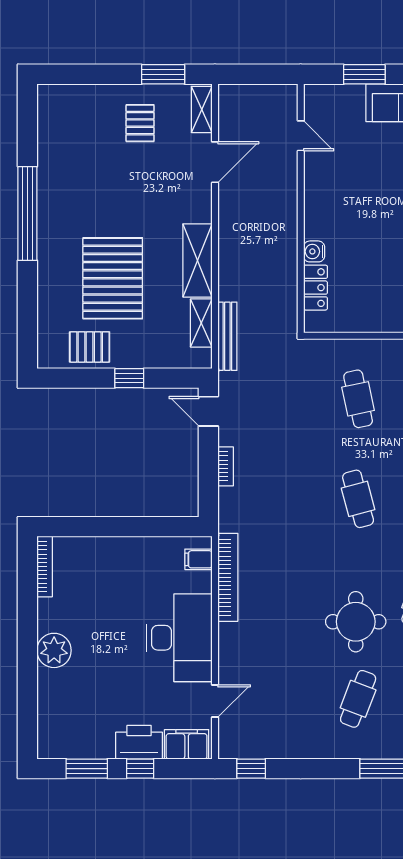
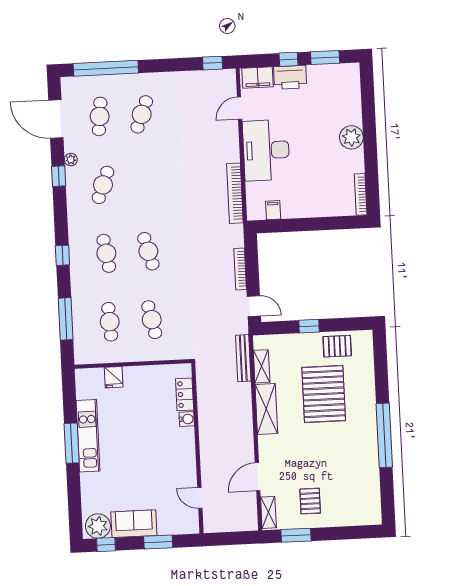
bookcase: (226, 466) -> (240, 269), width x1.56
filing cabinet: (198, 559) -> (273, 210), moved, turned -90
round table: (356, 622) -> (146, 167), removed

